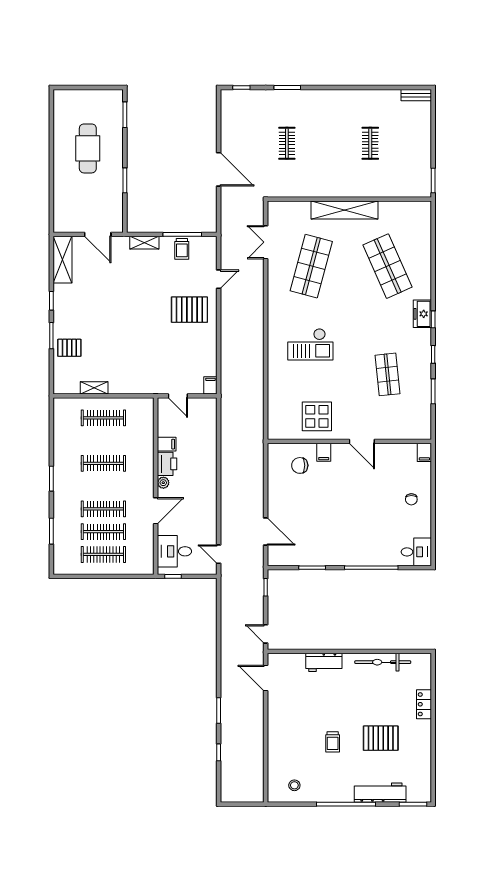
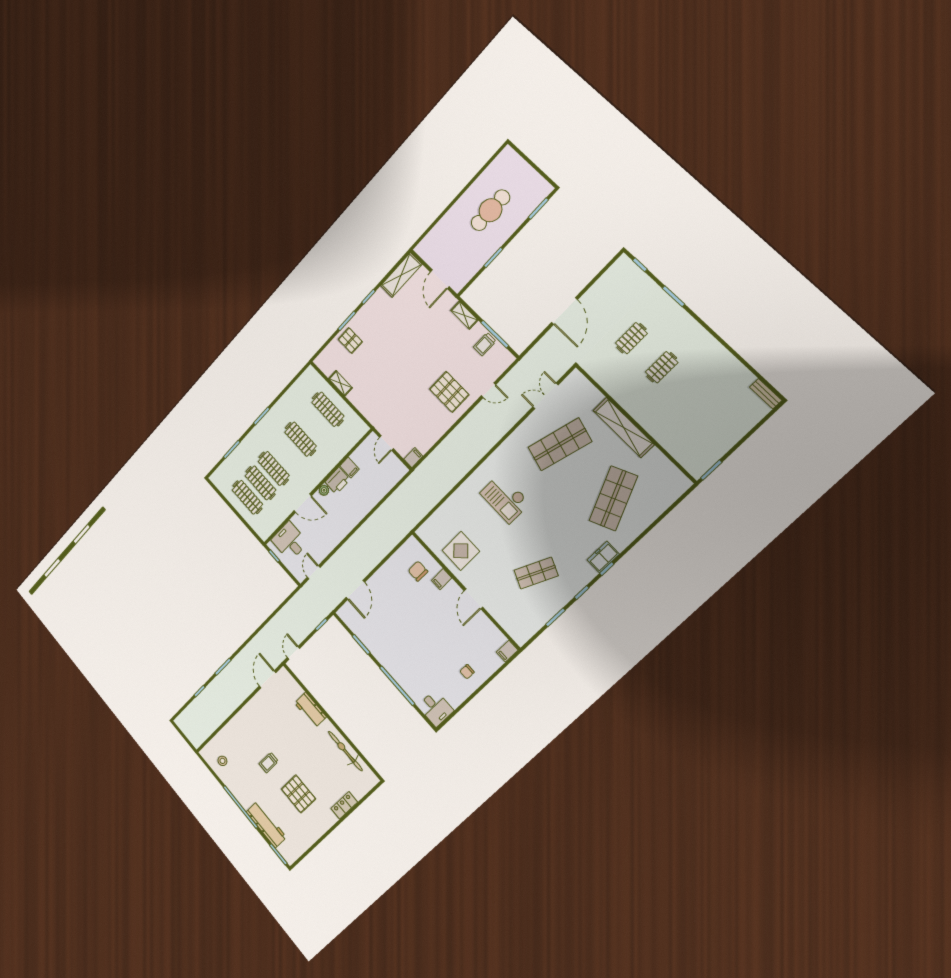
clothes rail: (370, 143) -> (662, 367), moved
shop shelf: (388, 374) -> (536, 573), turned 30

